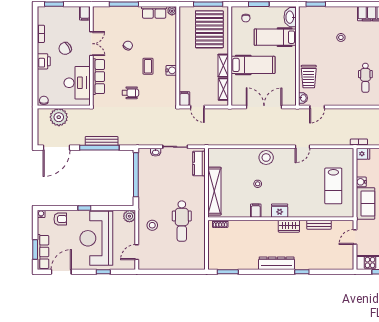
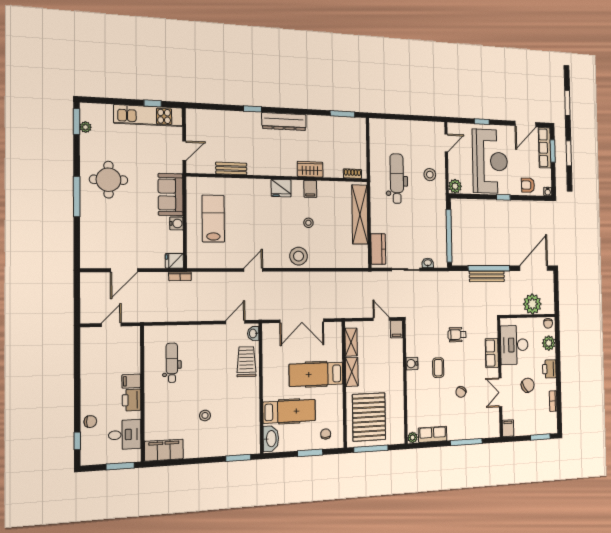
row of seats: (99, 77) -> (492, 353), width x0.68
plant: (44, 83) -> (549, 343), added
wardrobe: (289, 226) -> (310, 169), moved

